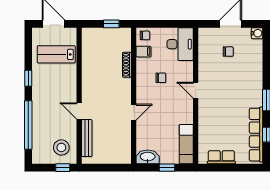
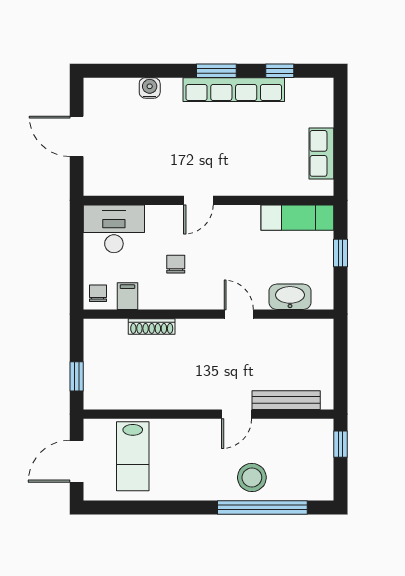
window: (111, 24) -> (77, 376), moved
water cooler: (257, 33) -> (150, 88), moved
chair: (228, 52) -> (127, 141), removed
window: (28, 78) -> (177, 507), removed
row of seats: (256, 135) -> (234, 90), moved
stool: (61, 147) -> (252, 477), moved
washbasin: (148, 157) -> (290, 297), moved, turned 90

